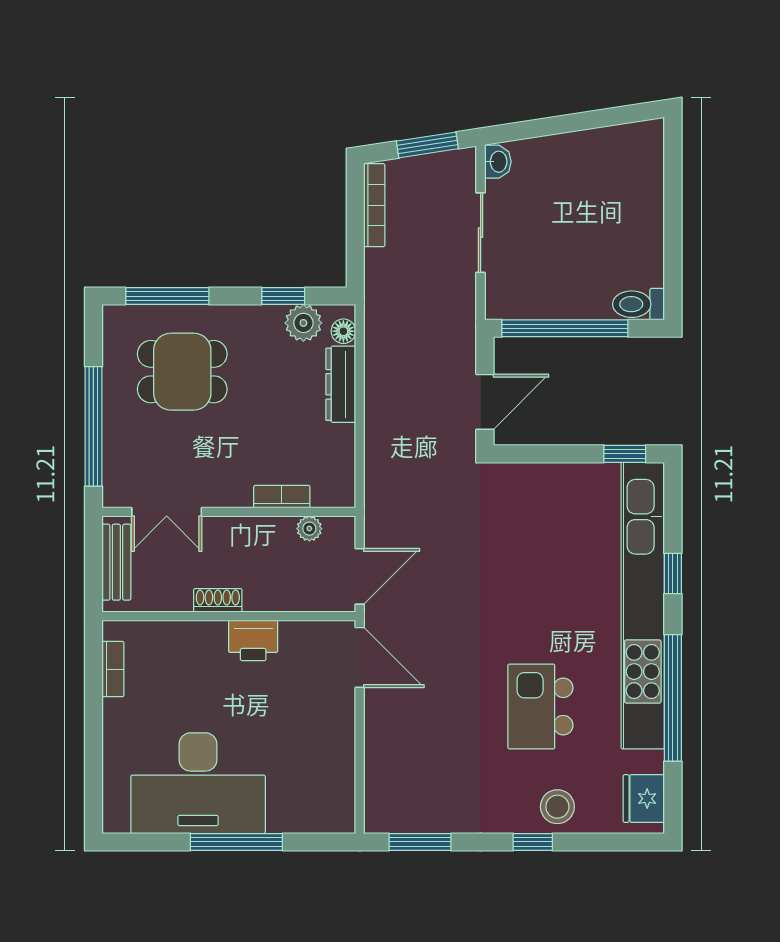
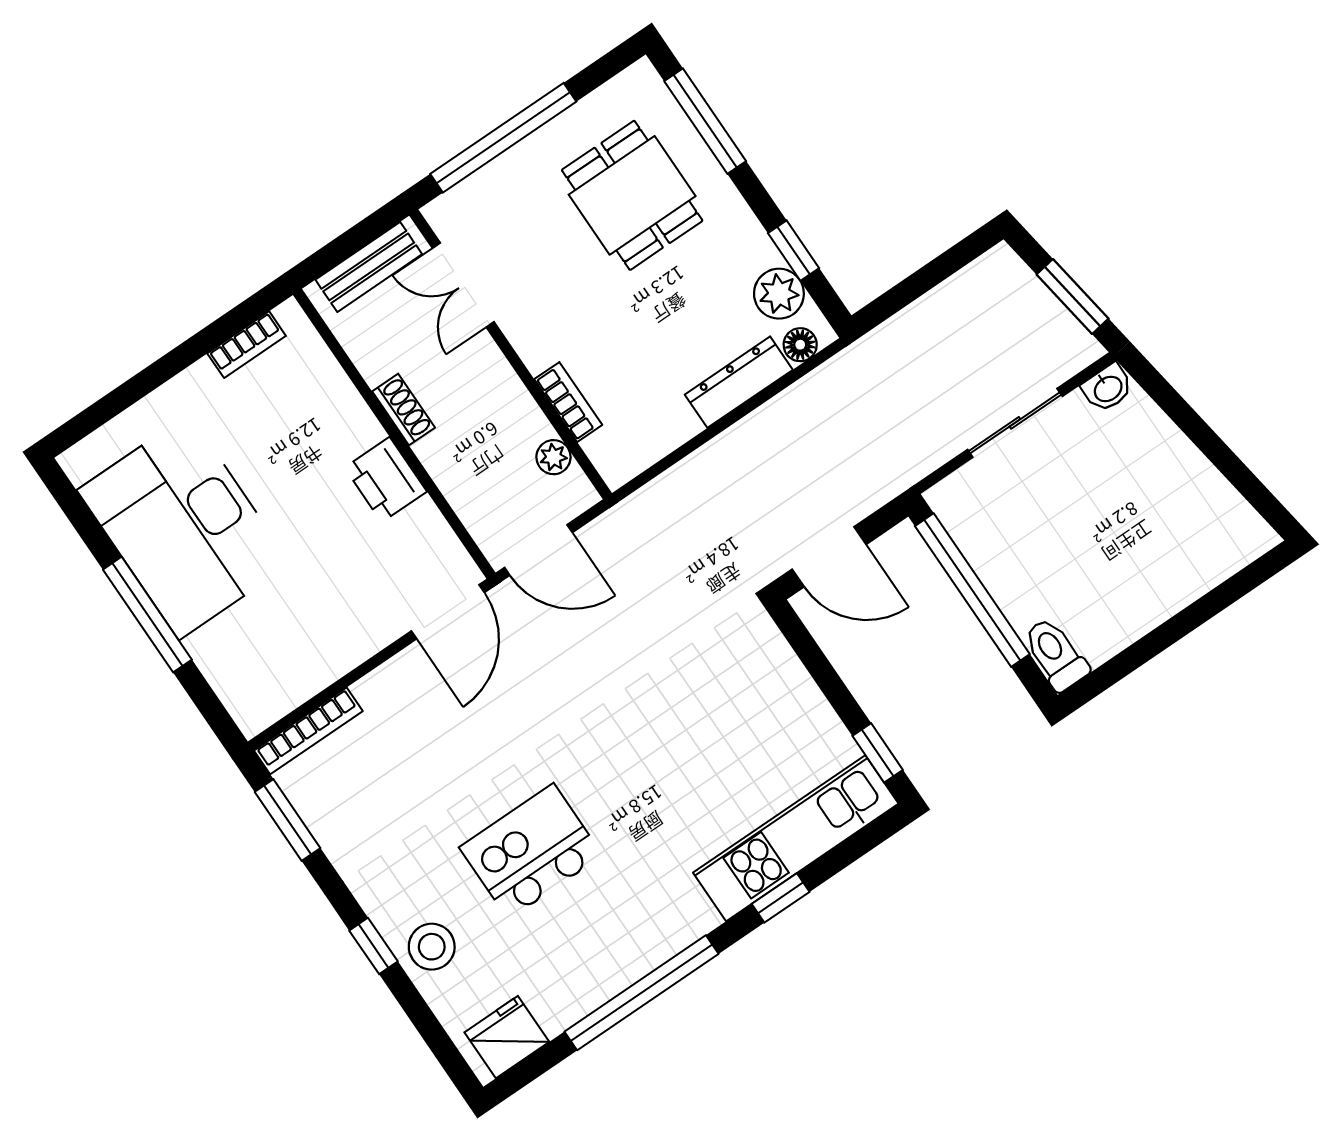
bookcase: (374, 205) -> (308, 731), moved
kitchen unit: (643, 606) -> (796, 838), width x0.54

